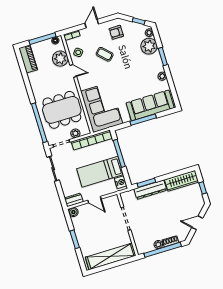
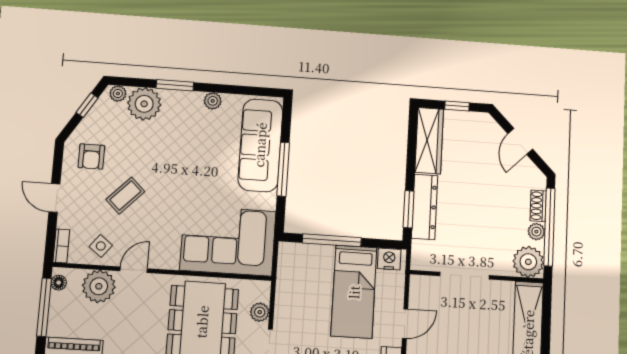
bookcase: (92, 140) -> (285, 285), removed
plant: (143, 246) -> (528, 262), added

